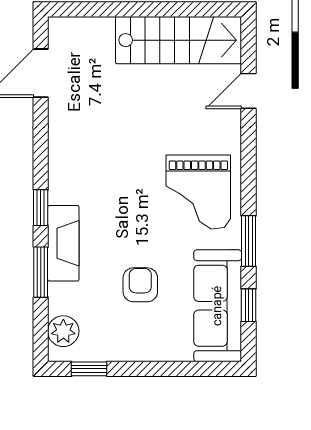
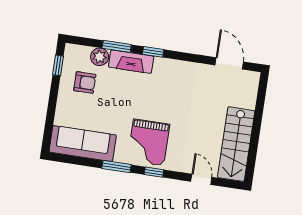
grand piano: (198, 192) -> (149, 142), turned -90
armchair: (140, 285) -> (85, 83), moved
window: (249, 305) -> (154, 172), moved
plant: (63, 331) -> (100, 57), moved

